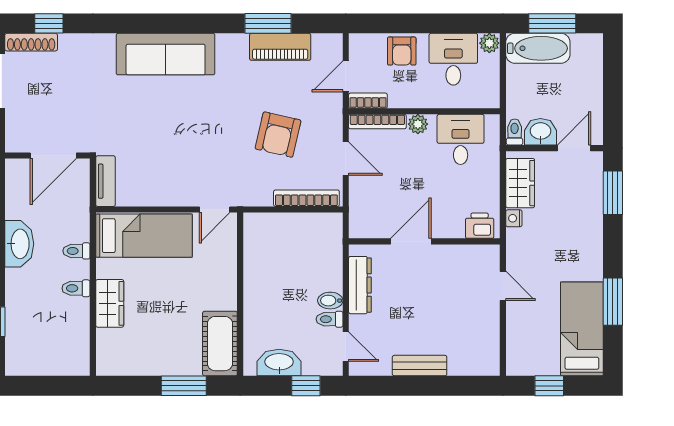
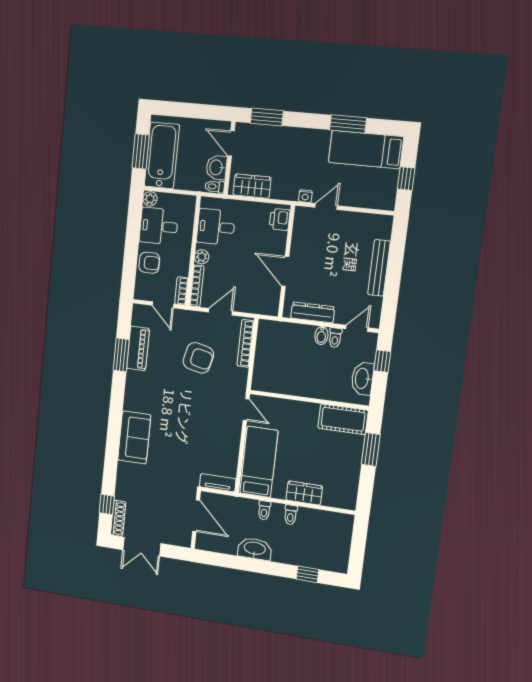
bathtub: (538, 48) -> (162, 155), width x1.36, depth x1.36
sofa: (166, 54) -> (134, 437), width x0.73
nightstand: (514, 218) -> (305, 196), moved
bench: (420, 366) -> (379, 268), width x1.36

